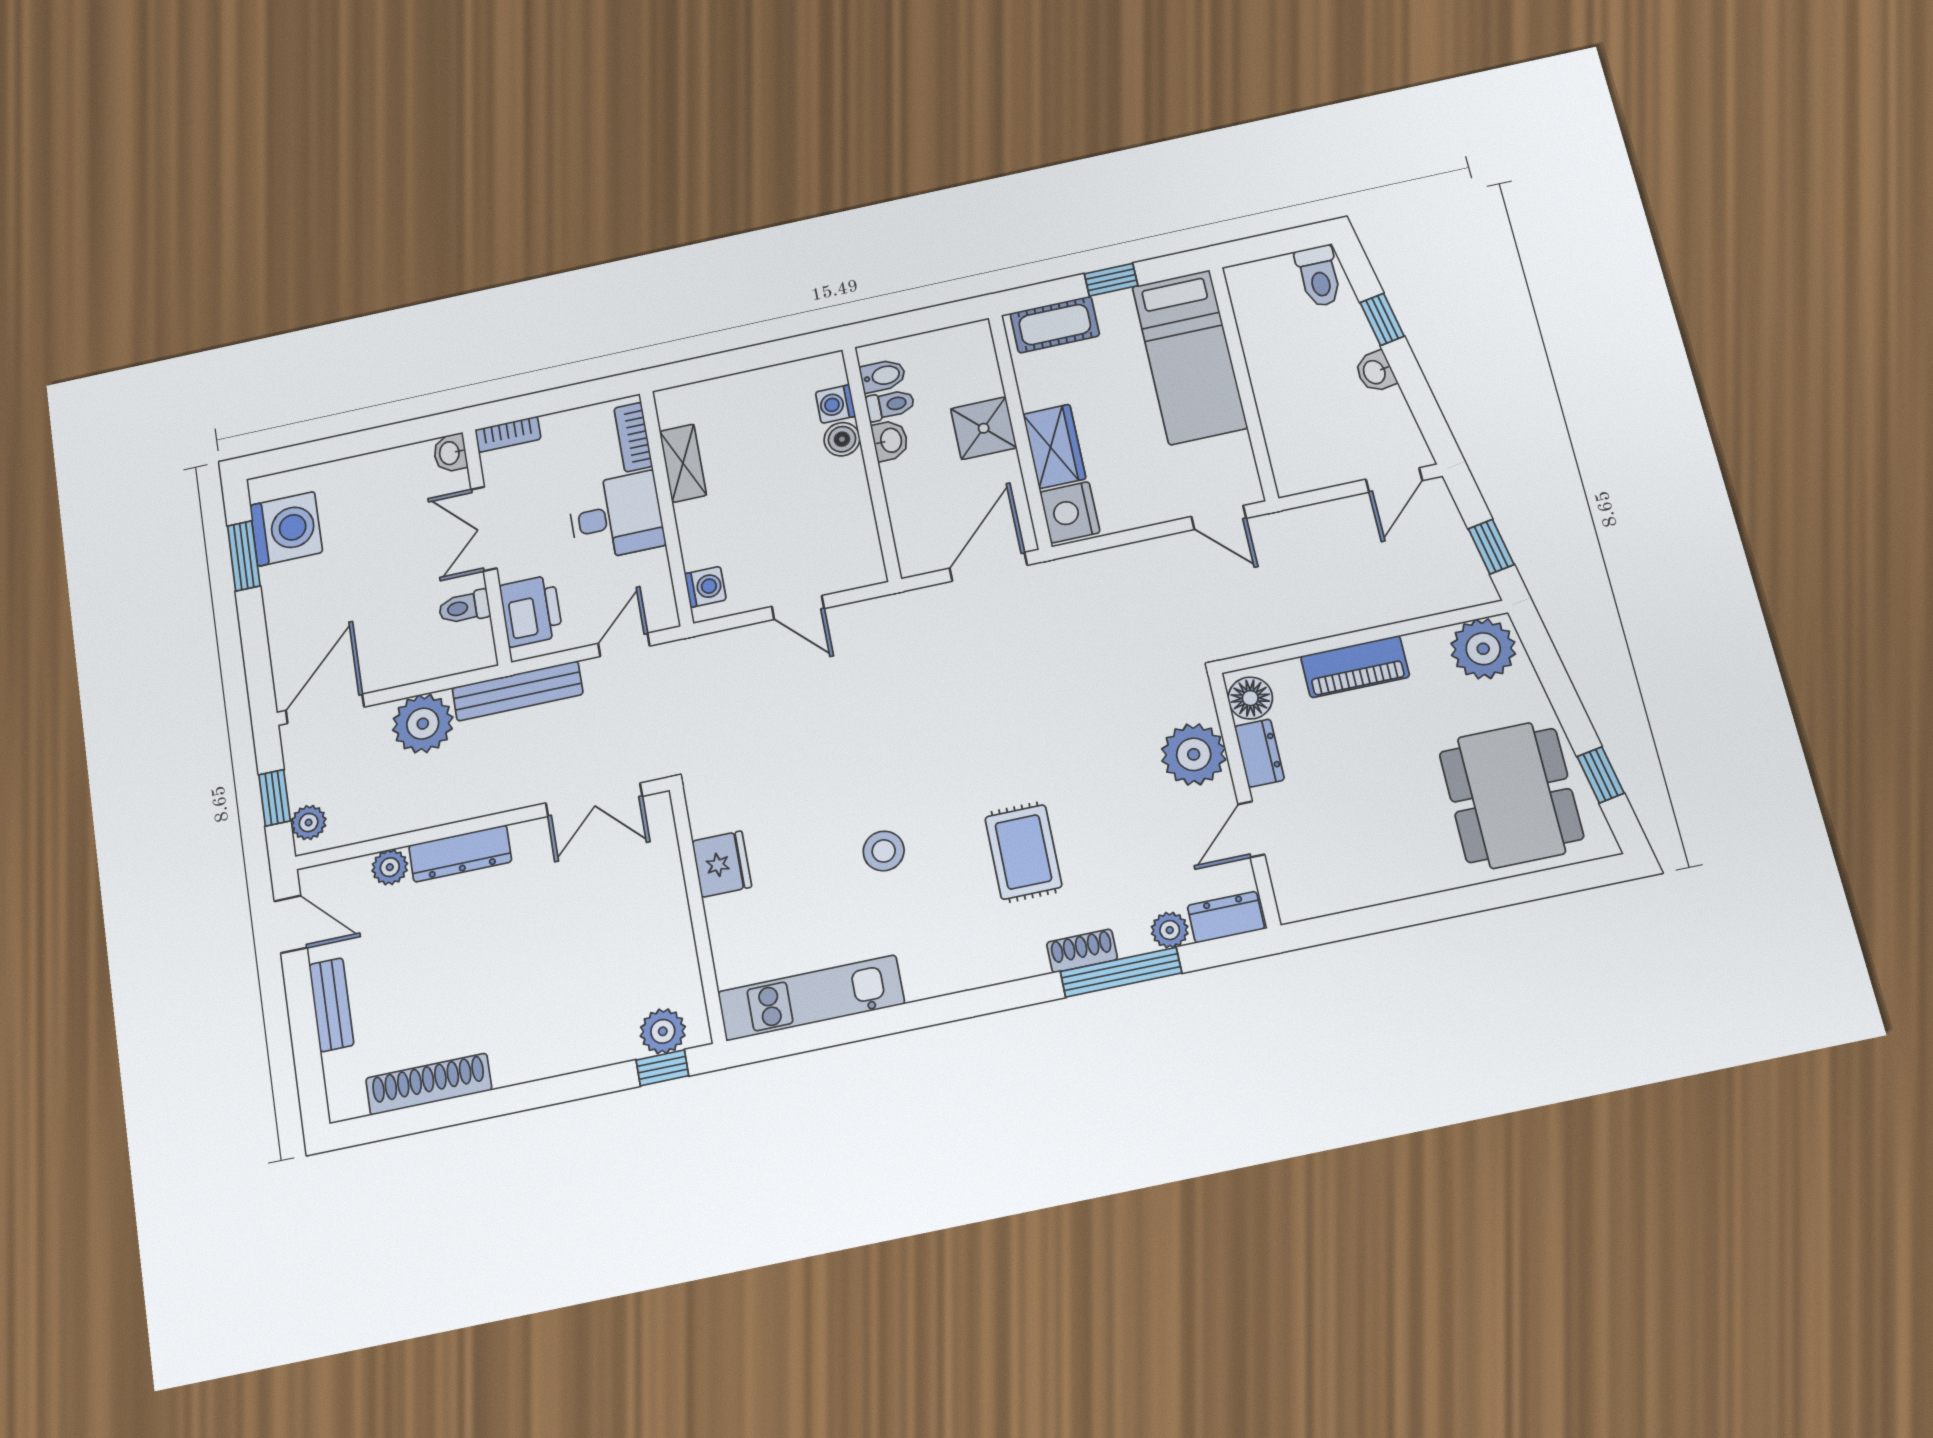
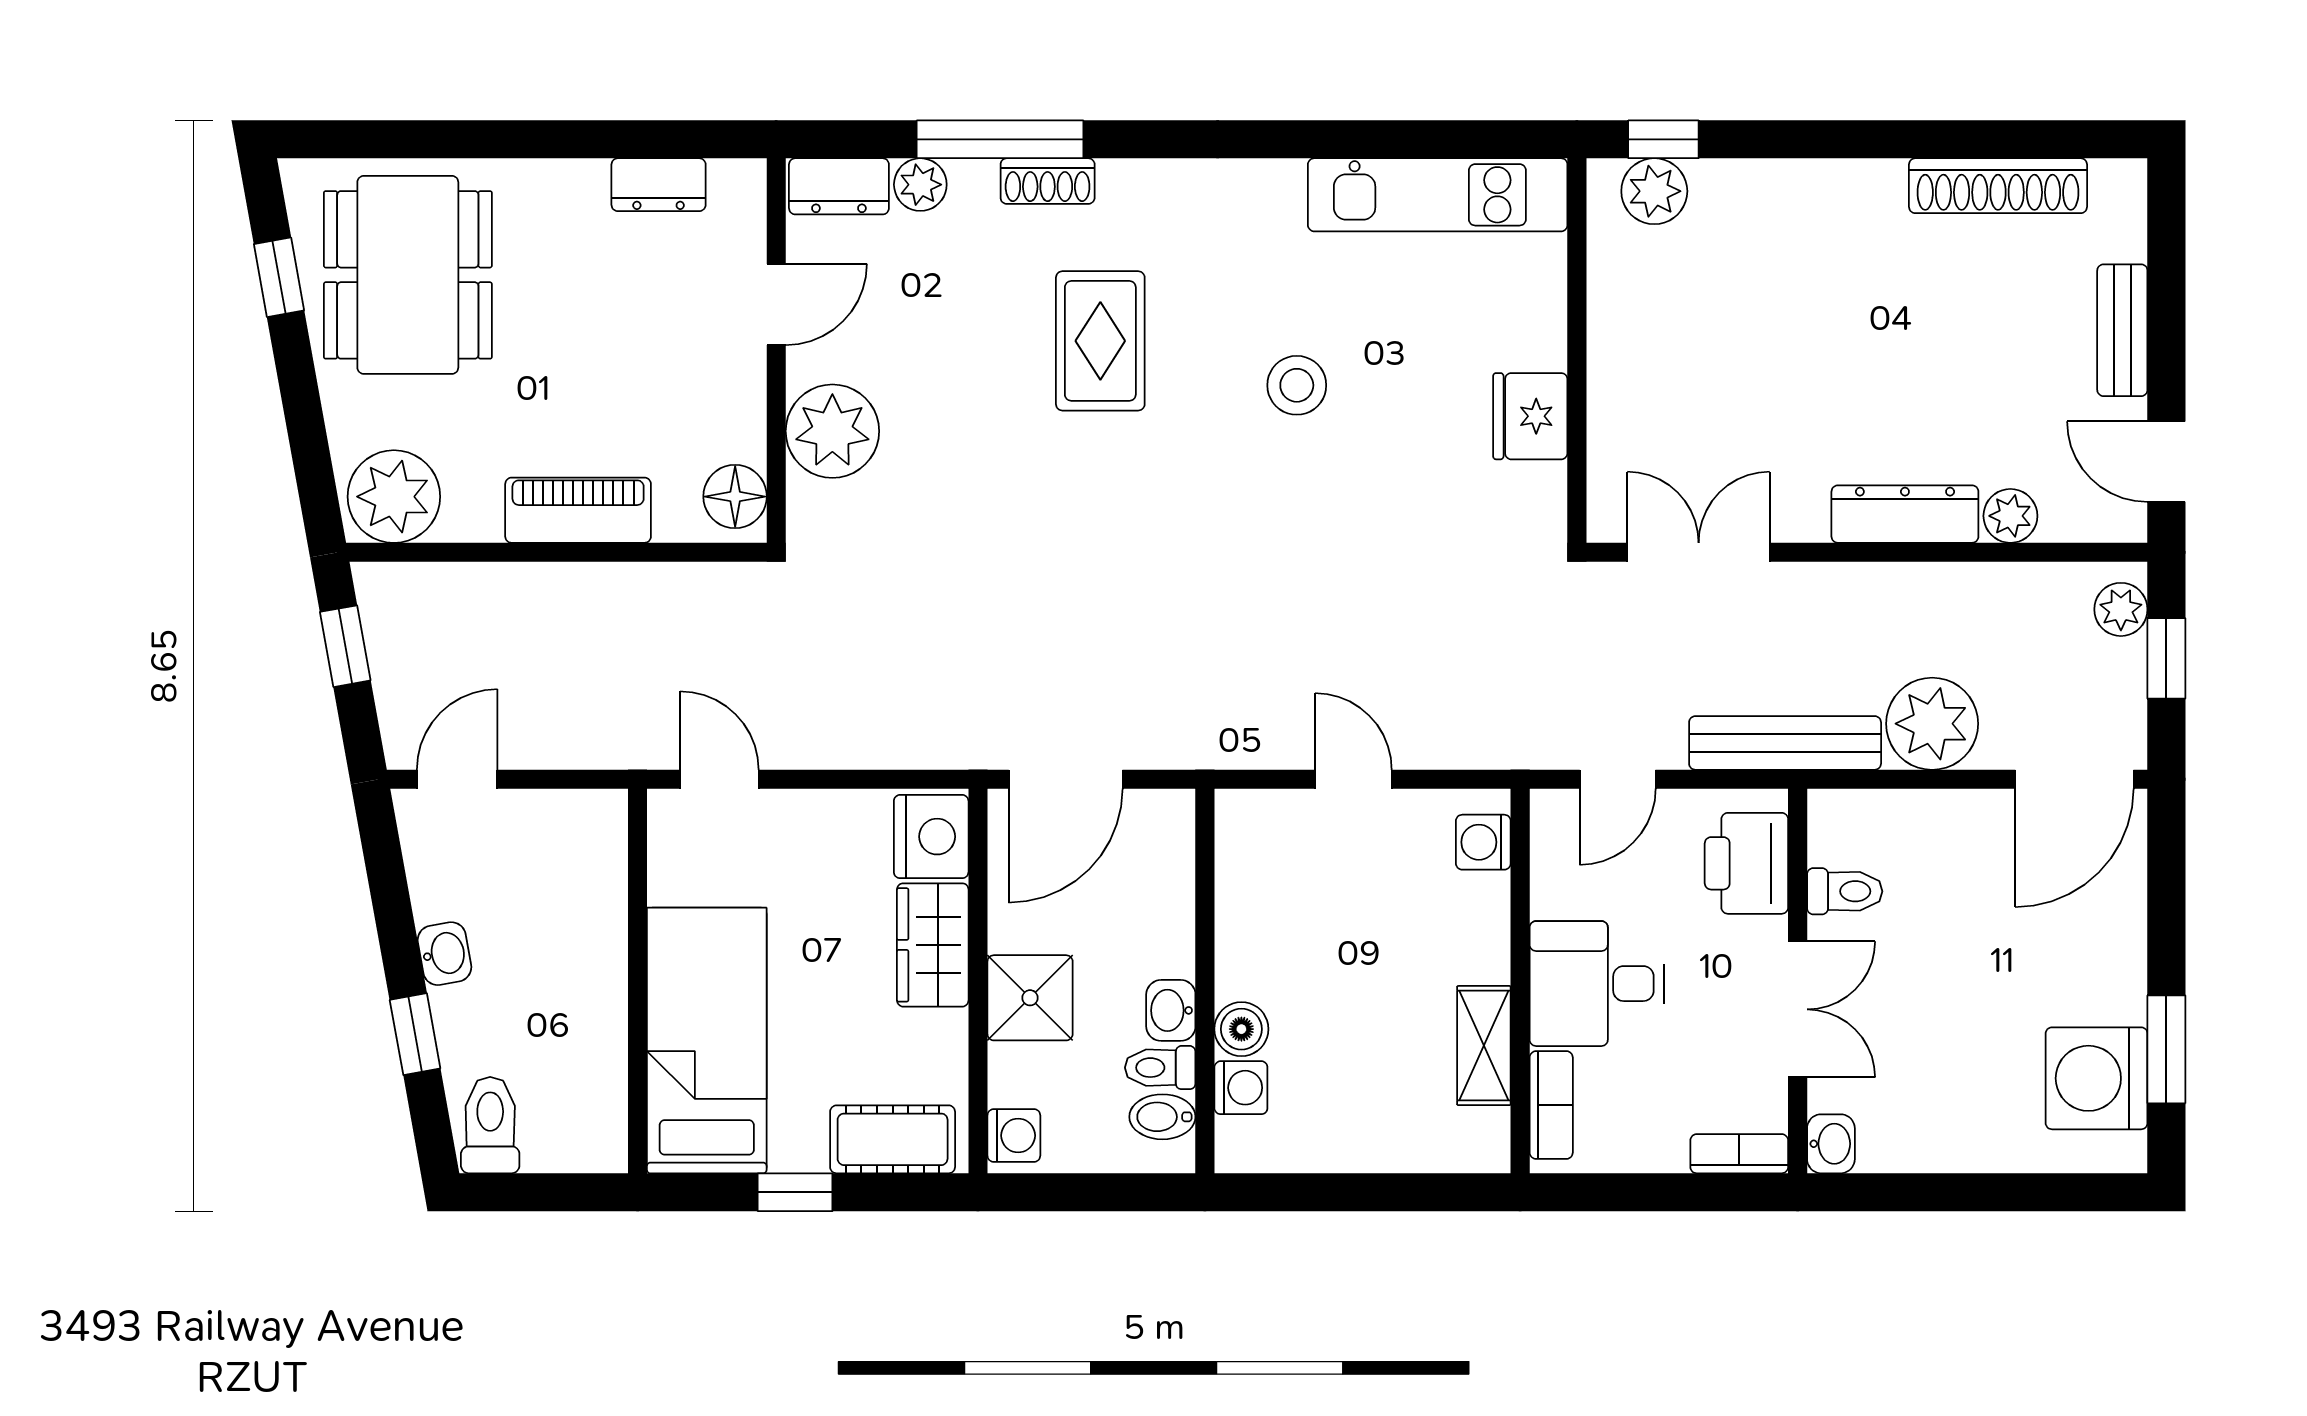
washing machine: (977, 344) -> (1014, 1136), added
dresser: (1259, 753) -> (659, 185), moved, turned -90

